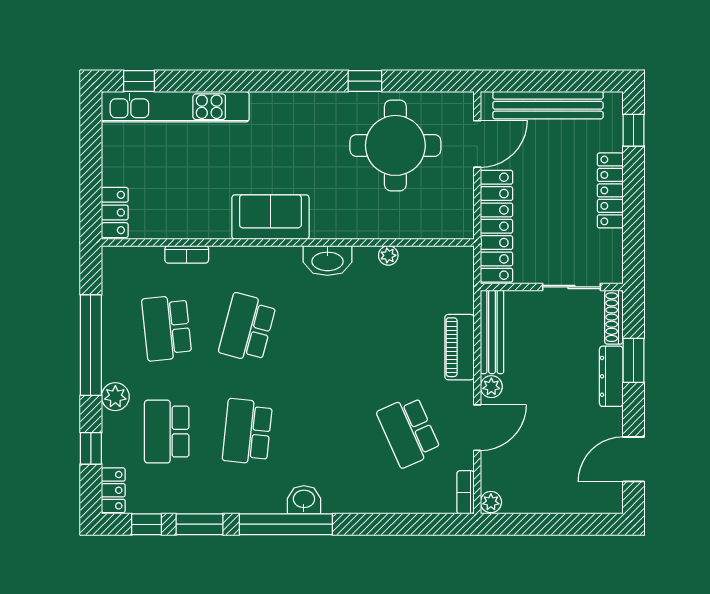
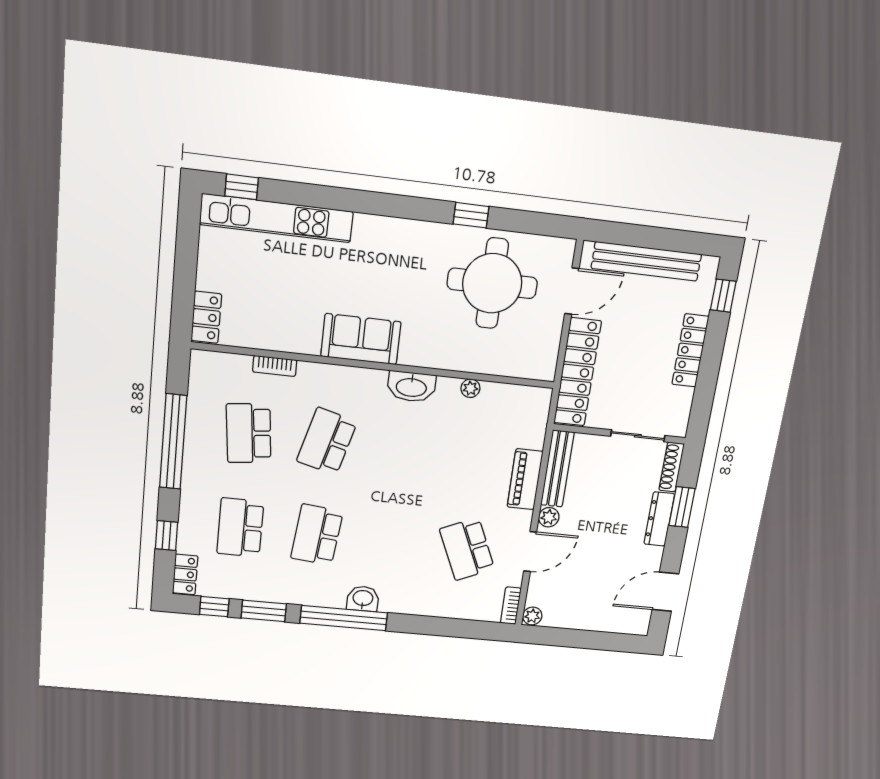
plant: (115, 397) -> (193, 491), removed

